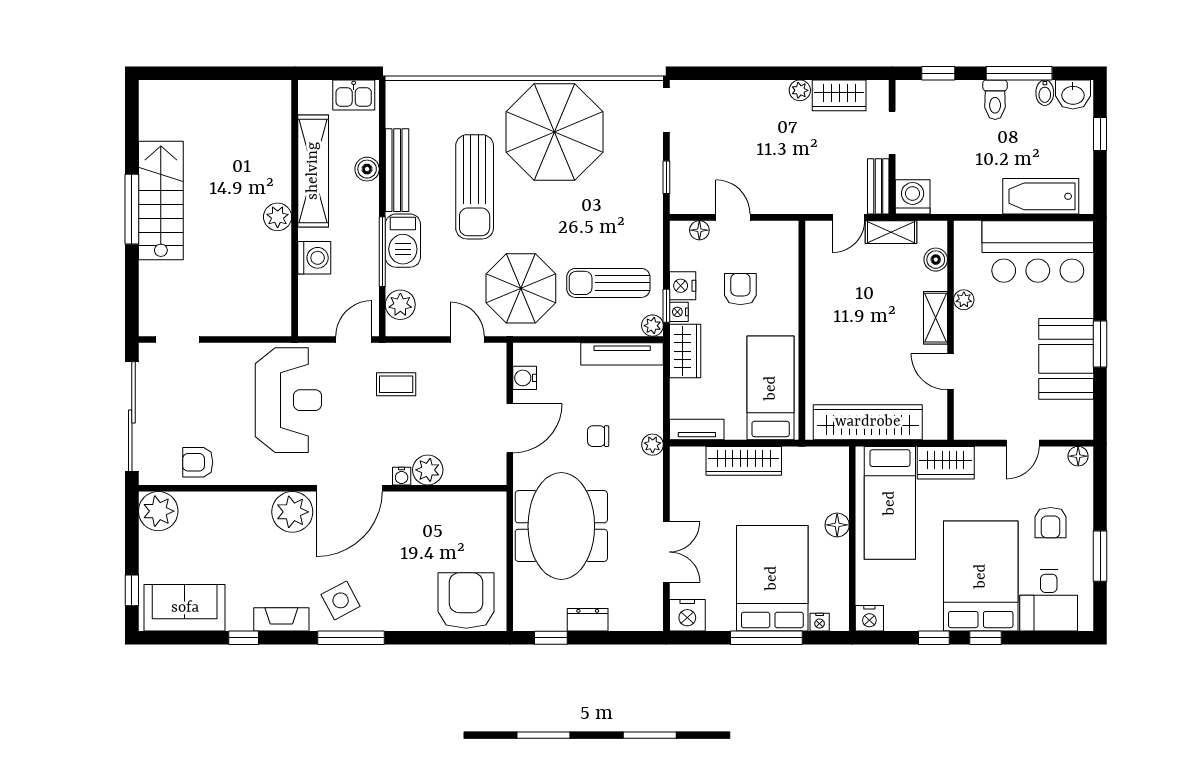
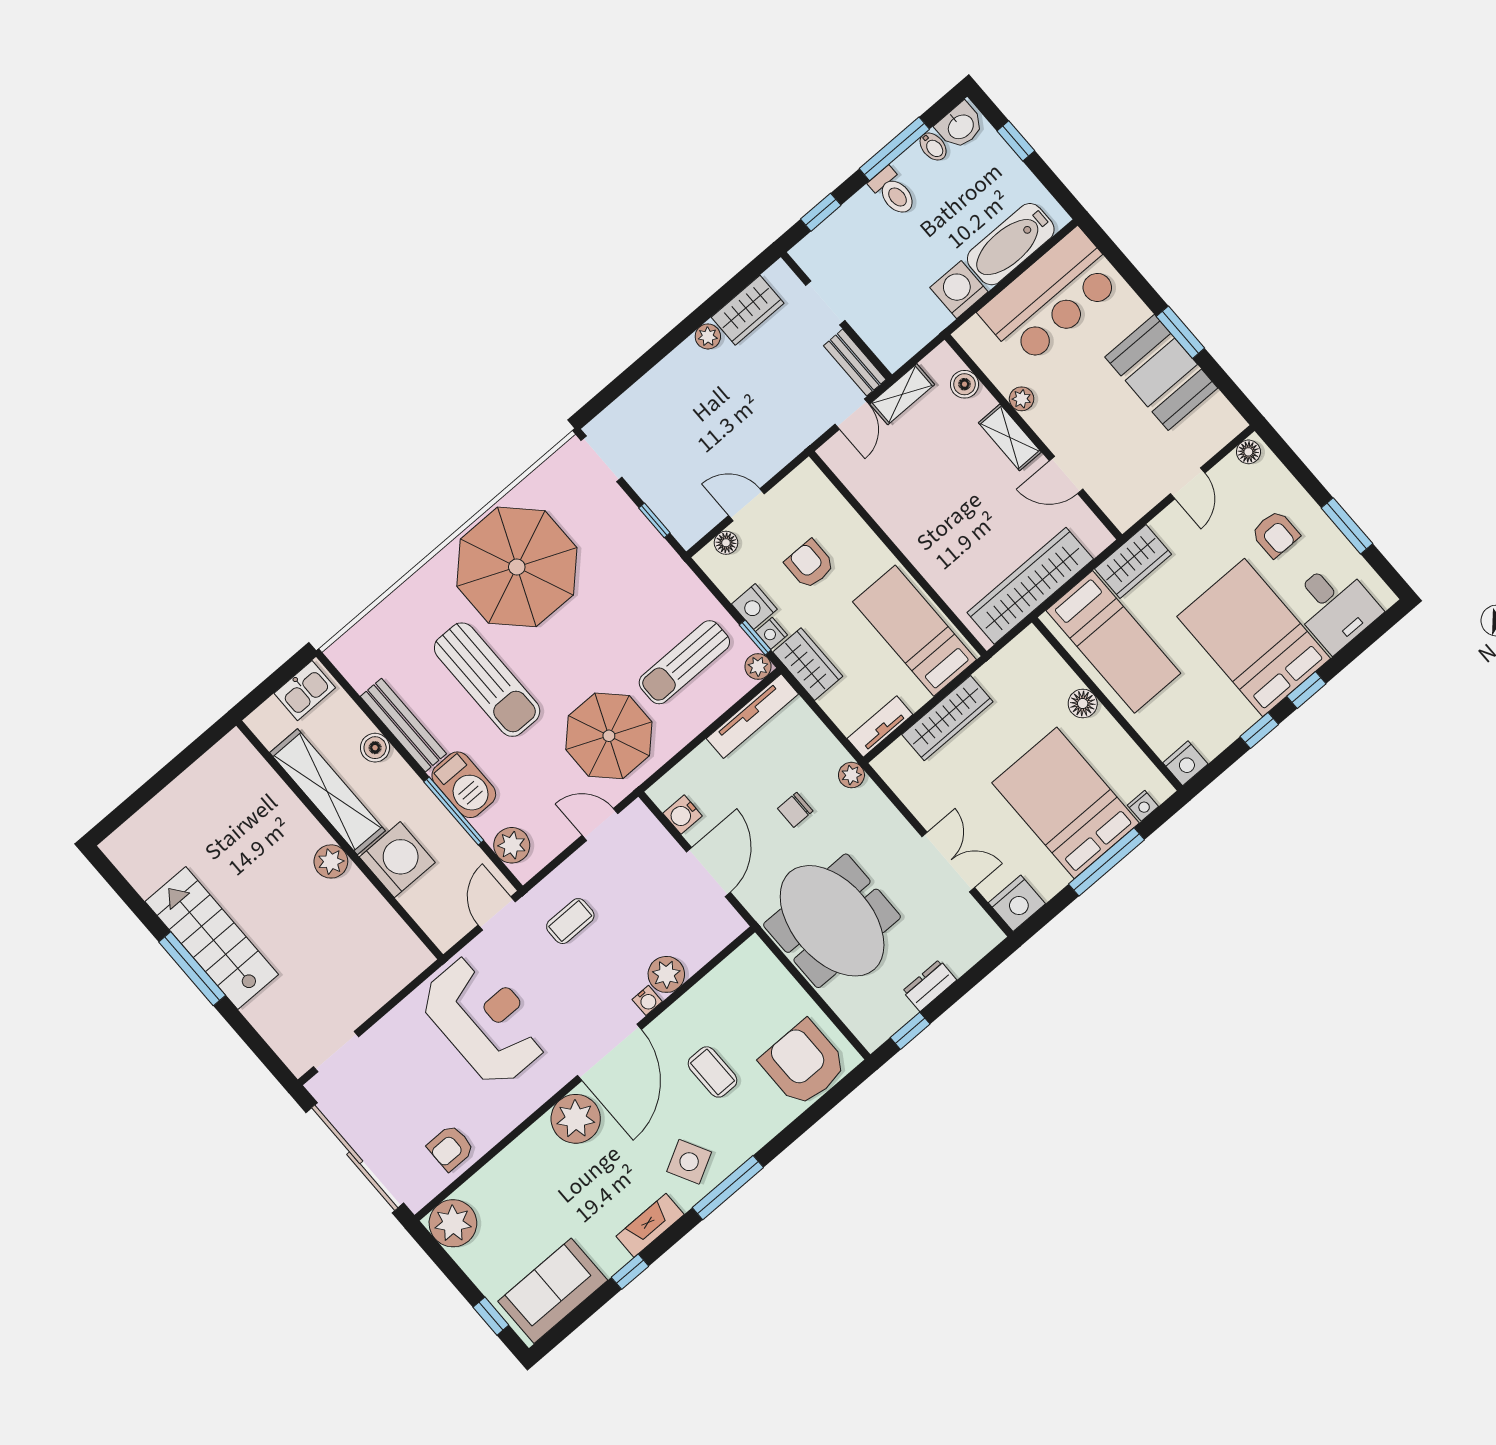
washing machine: (913, 197) -> (959, 290), moved
washing machine: (314, 258) -> (397, 860), width x1.37, depth x1.37
coffee table: (404, 557) -> (713, 1072), added

